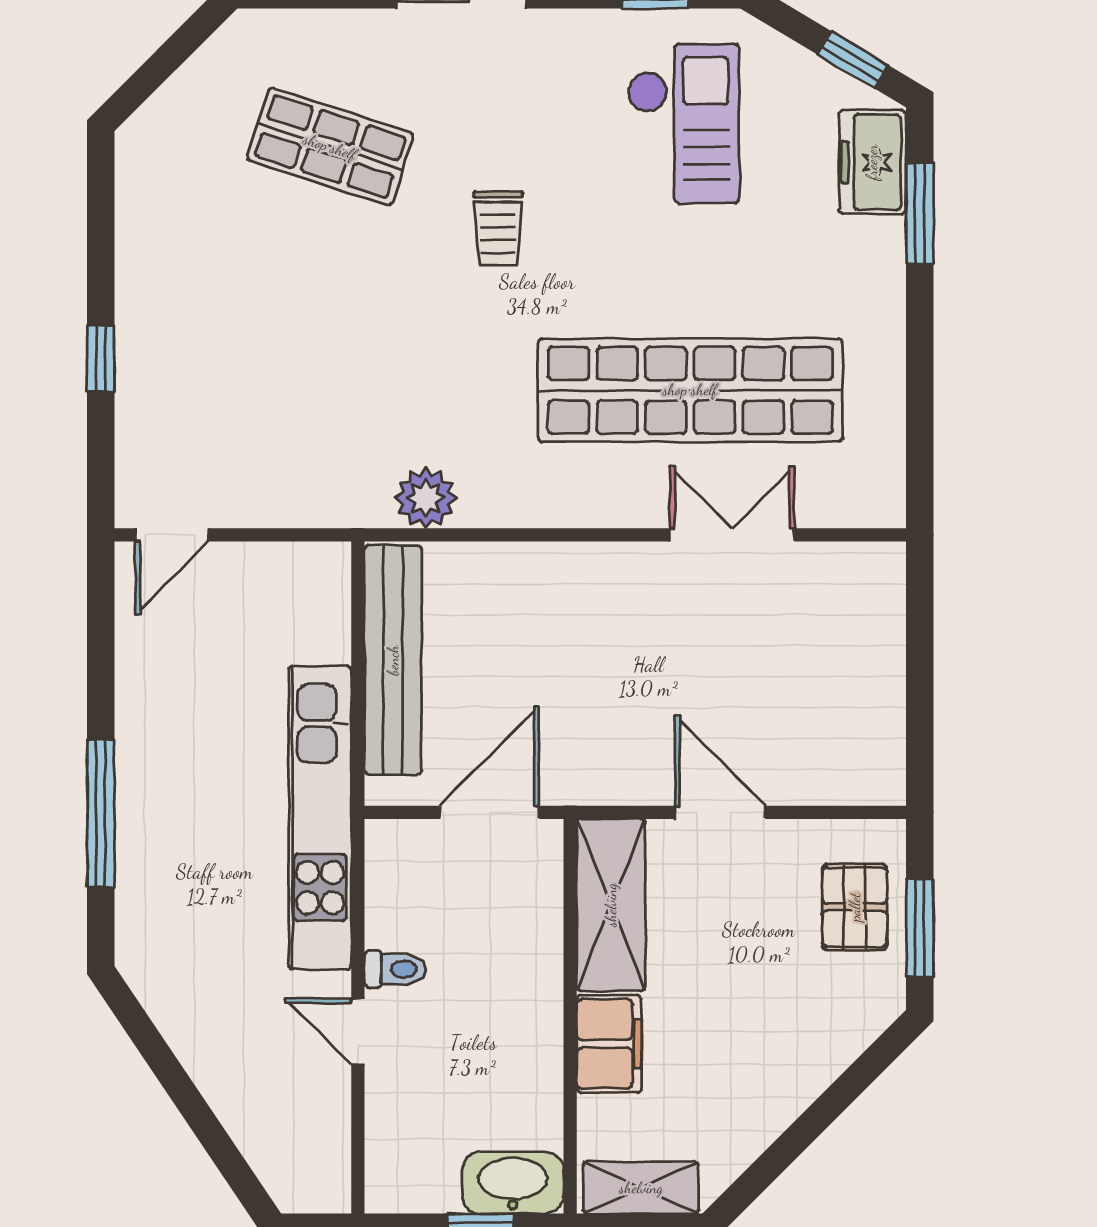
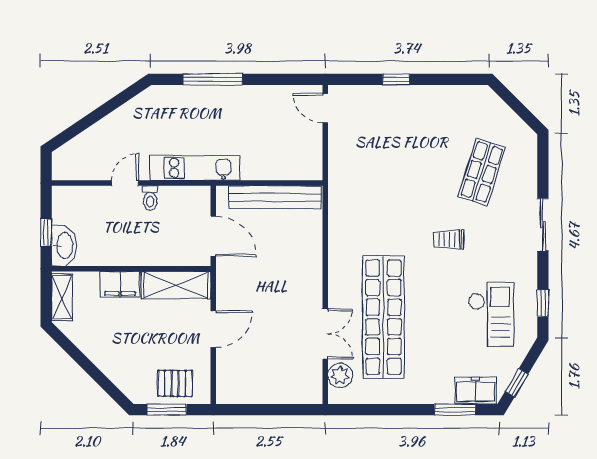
checkout: (683, 124) -> (491, 314), turned -90
plant: (426, 498) -> (340, 375), moved
kitchen unit: (320, 818) -> (195, 168), width x0.73

